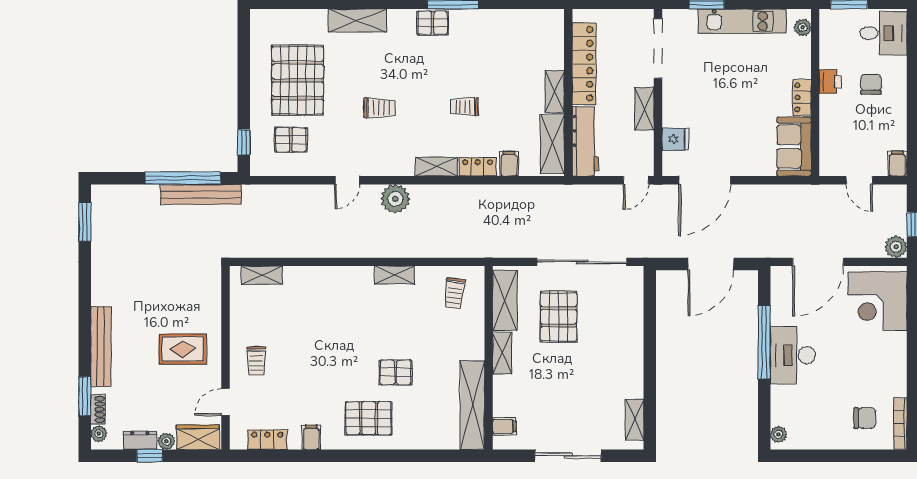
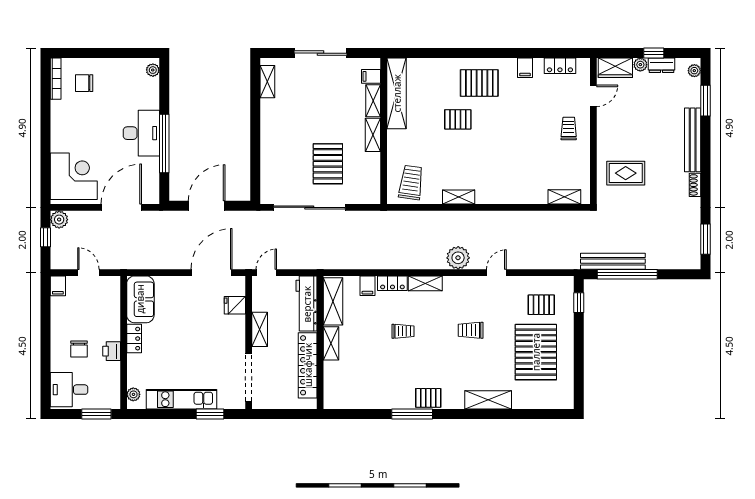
trolley: (454, 293) -> (411, 183), width x1.36, depth x1.39
shelving: (505, 300) -> (373, 101), moved, width x0.67, depth x0.75
rug: (183, 349) -> (626, 173), moved
shoe rack: (98, 409) -> (695, 185), moved

